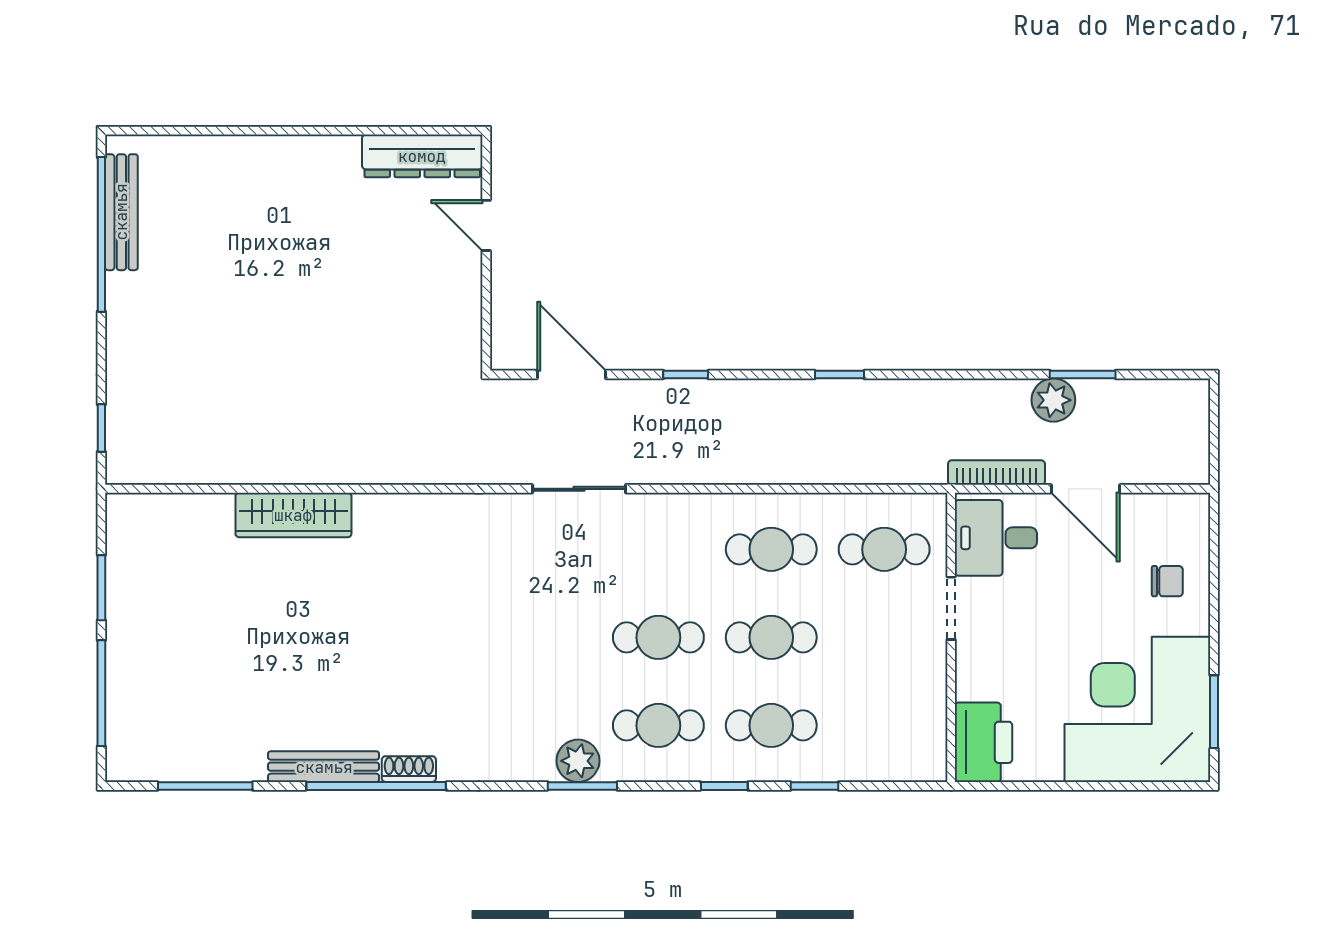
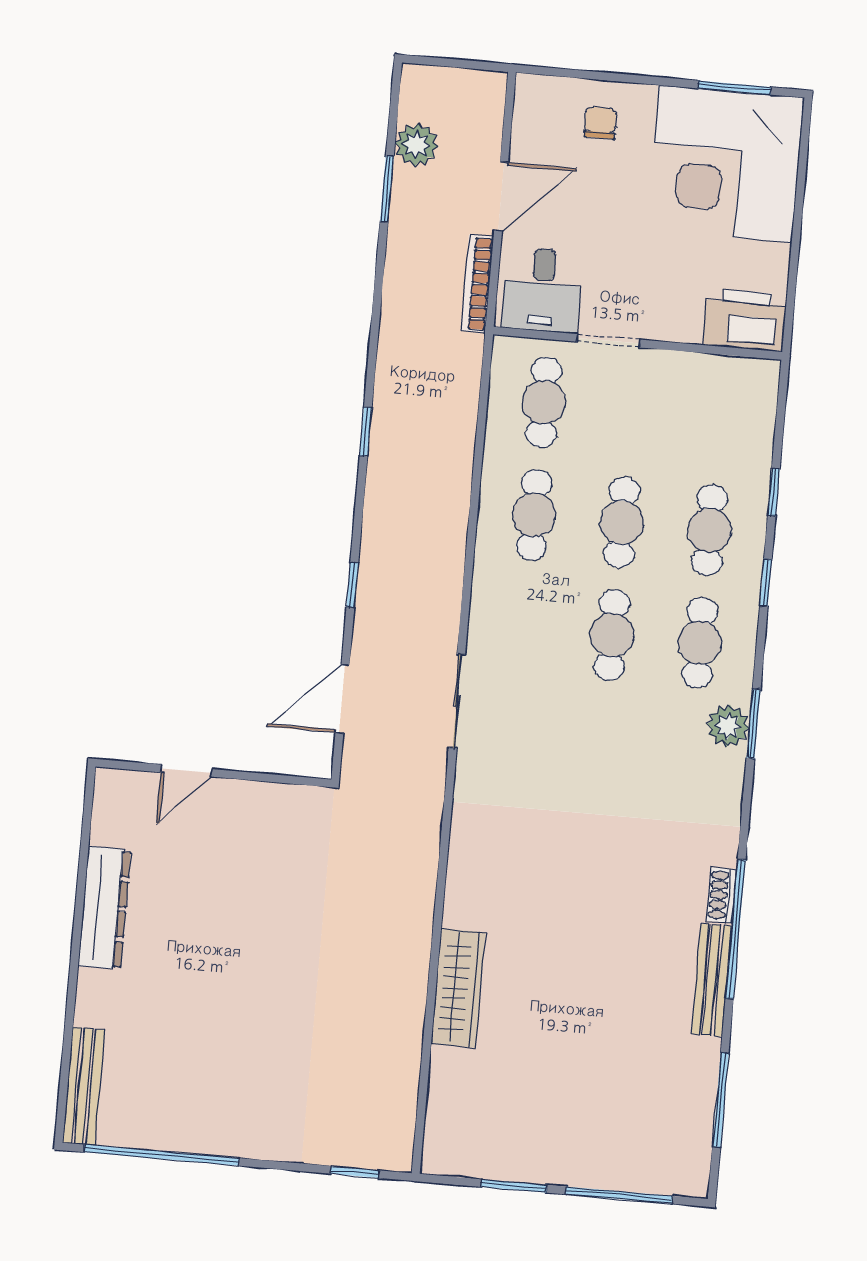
dresser: (422, 156) -> (104, 908), moved
bench: (121, 212) -> (84, 1086), moved, turned 90
plant: (1053, 400) -> (416, 145), moved

